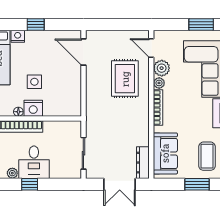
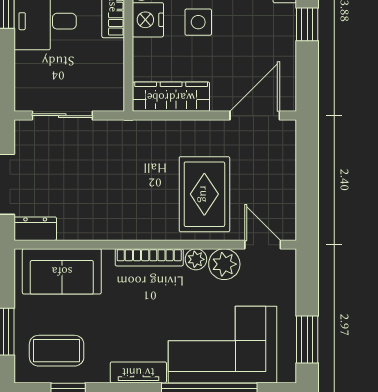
door: (151, 48) -> (263, 245), hinge flipped
rug: (125, 79) -> (204, 194), turned 90
wardrobe: (74, 96) -> (171, 97), added
dresser: (143, 163) -> (35, 229), width x0.70

